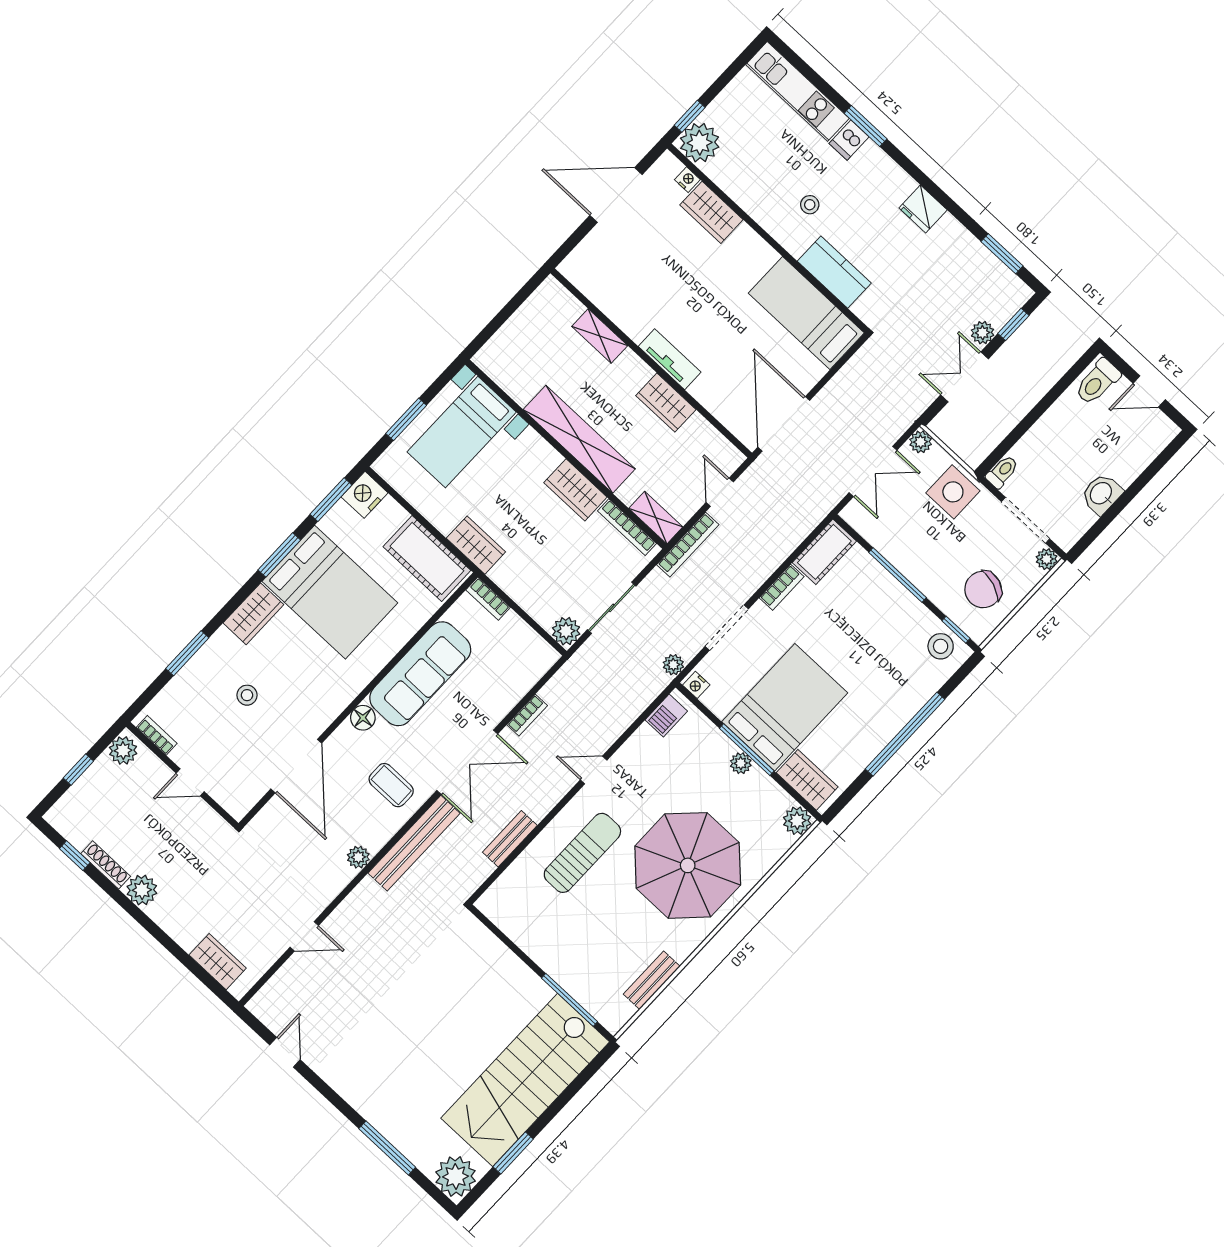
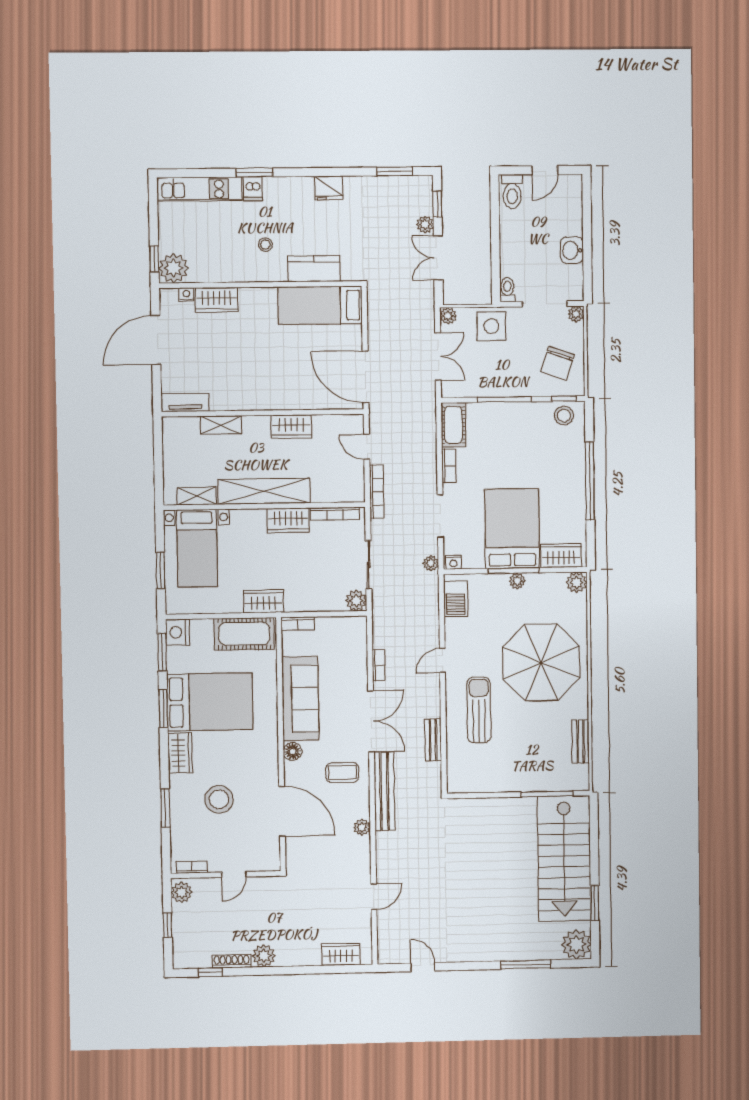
tv unit: (670, 359) -> (185, 402), moved
shelving: (656, 518) -> (197, 496), moved
stool: (247, 695) -> (219, 799), width x1.89, depth x1.89
barbecue: (666, 716) -> (456, 599), width x1.38, depth x1.27

